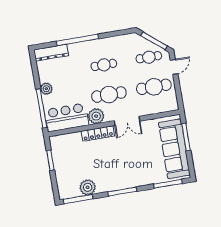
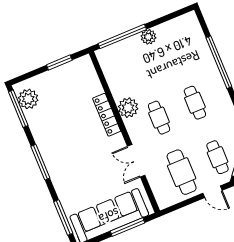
dresser: (51, 53) -> (195, 33), removed
cafe table: (109, 95) -> (159, 118), width x0.73, depth x0.74
bar counter: (67, 117) -> (118, 71), removed
double door: (127, 121) -> (136, 161), moved
plant: (88, 187) -> (28, 99), moved

